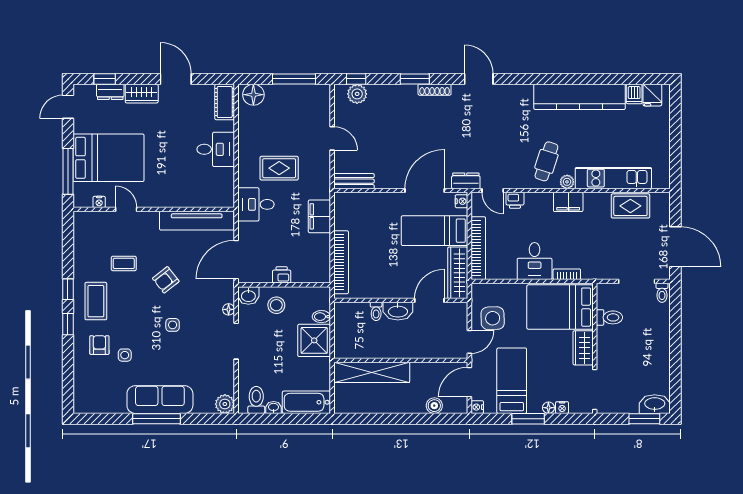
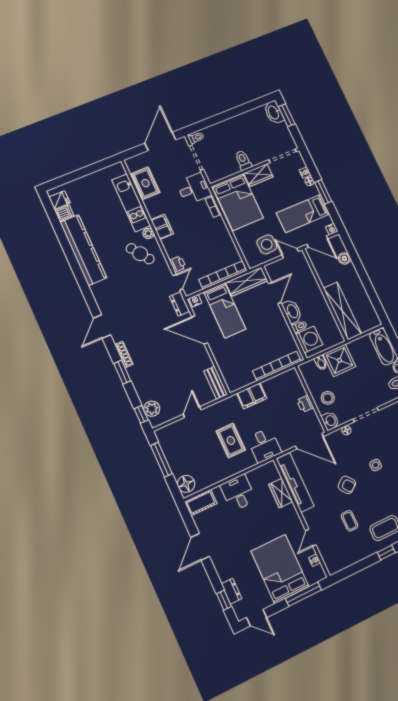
wardrobe: (142, 94) -> (281, 493), moved, turned 180
cafe table: (546, 161) -> (140, 254), turned 37
desk: (535, 261) -> (194, 189), moved
door: (429, 300) -> (275, 293), swing flipped
washing machine: (355, 316) -> (309, 339), added
toilet: (609, 317) -> (243, 160), moved

